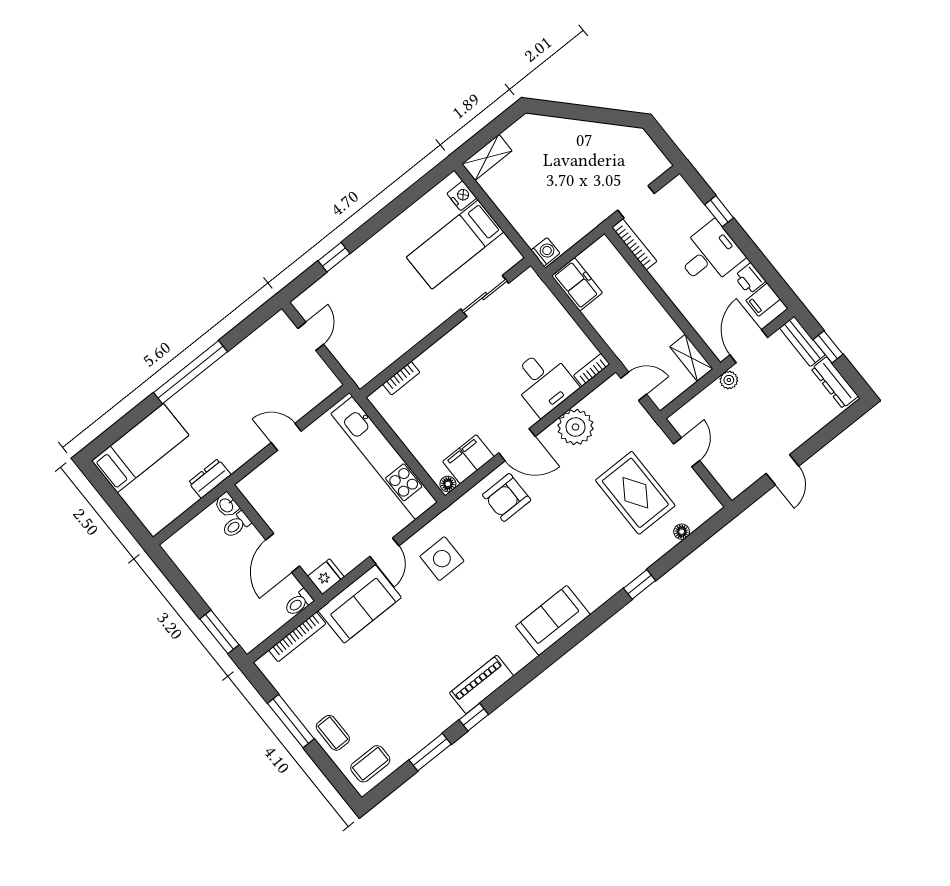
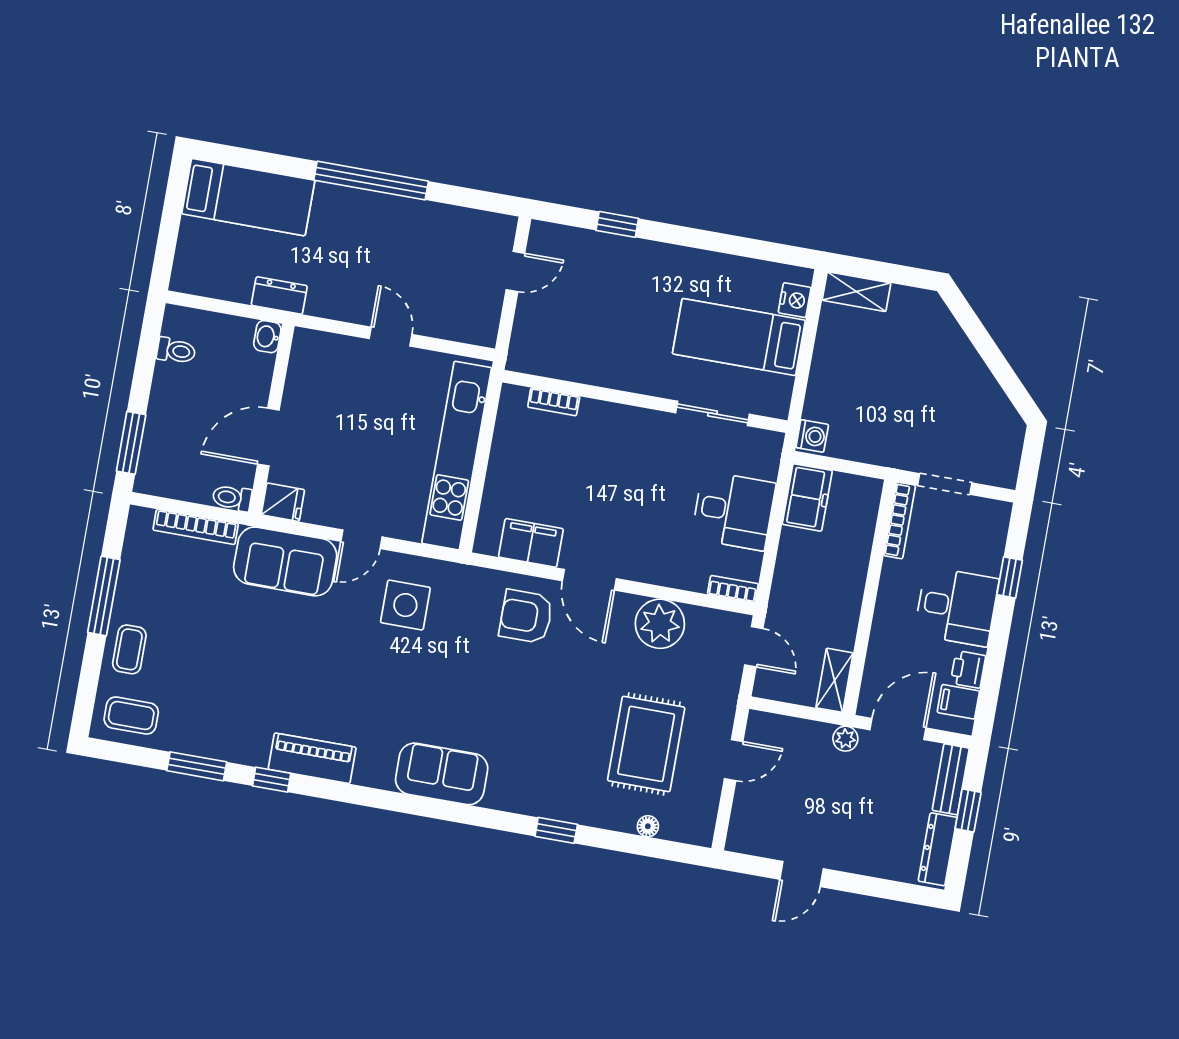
desk: (544, 382) -> (734, 511), moved, turned -90
floor lamp: (448, 484) -> (487, 544), removed
toilet: (236, 525) -> (176, 351), moved, turned 180

